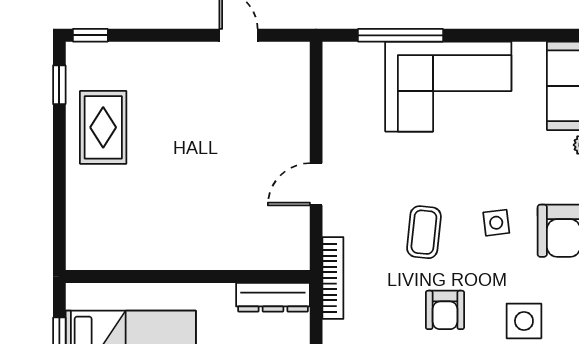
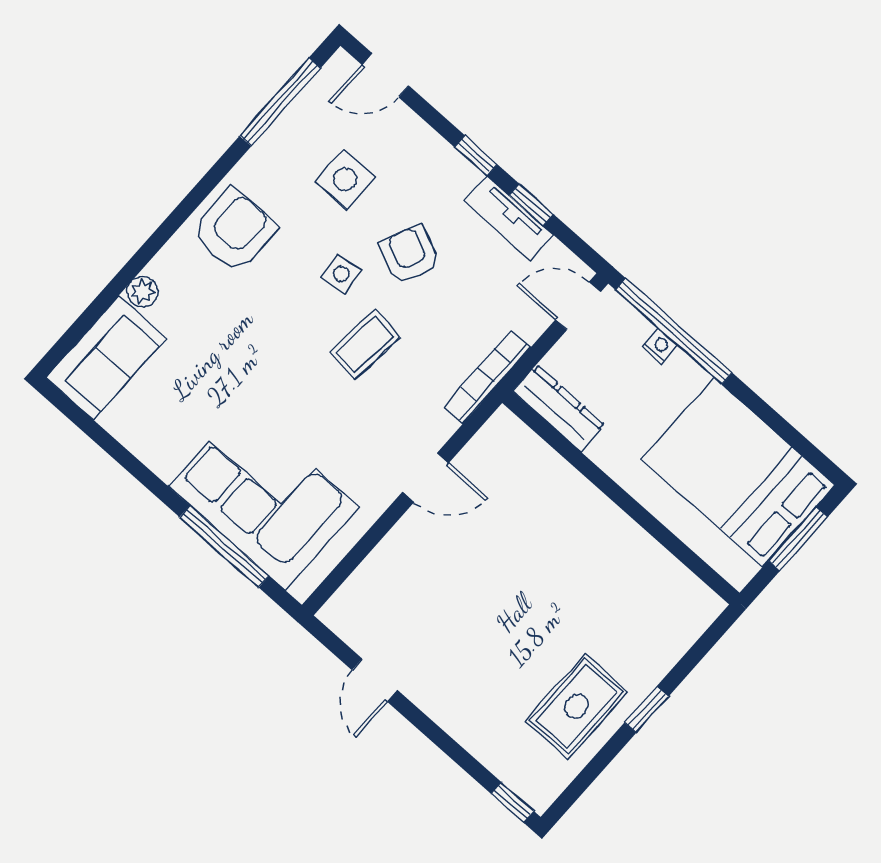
window: (59, 85) -> (646, 710), moved
corner sofa: (448, 87) -> (264, 497), moved
side table: (496, 223) -> (341, 274), moved
armchair: (445, 310) -> (410, 255), turned -66

